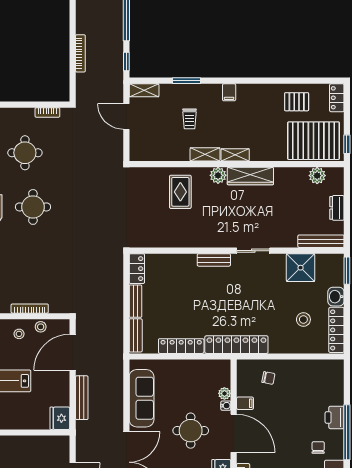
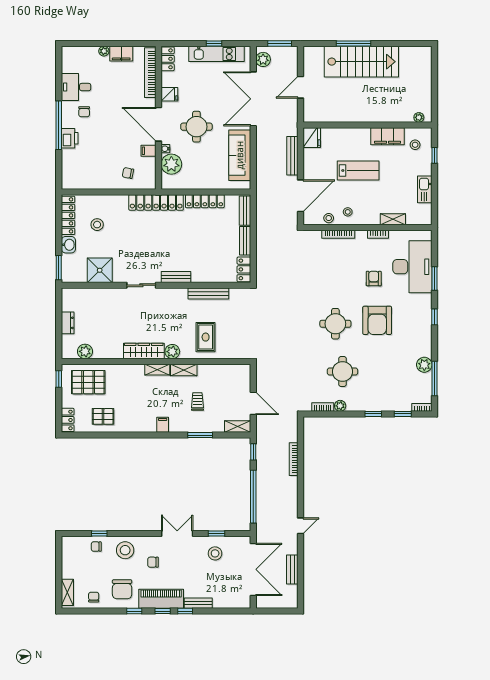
plant: (28, 114) -> (340, 406), added
pallet: (314, 141) -> (88, 382), width x0.73, depth x0.71
bench: (321, 241) -> (208, 294), moved
plant: (224, 393) -> (171, 164), width x1.87, depth x1.87

